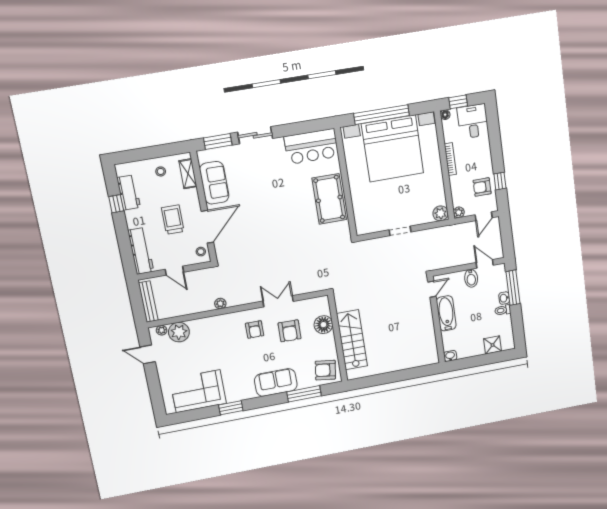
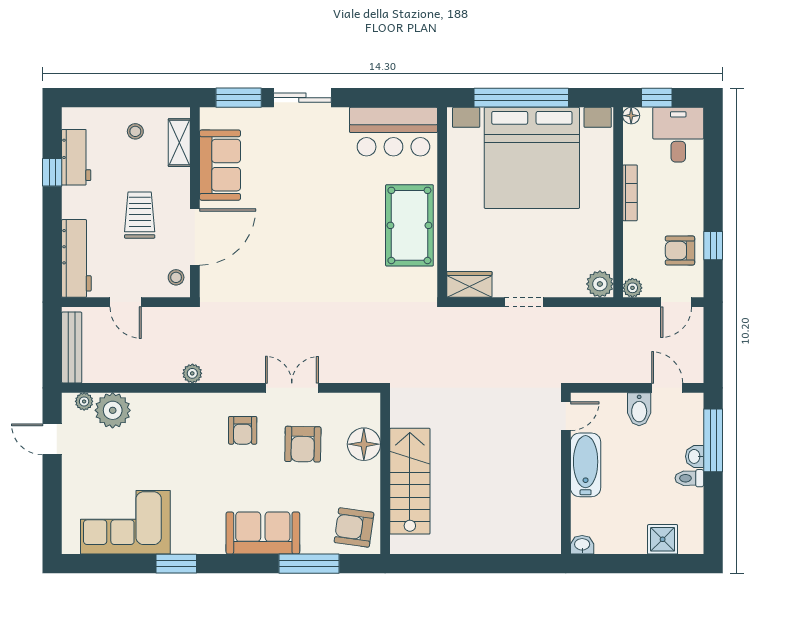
wardrobe: (368, 226) -> (469, 284), added

